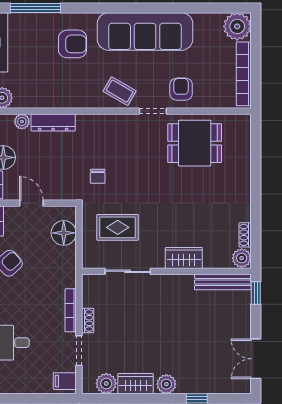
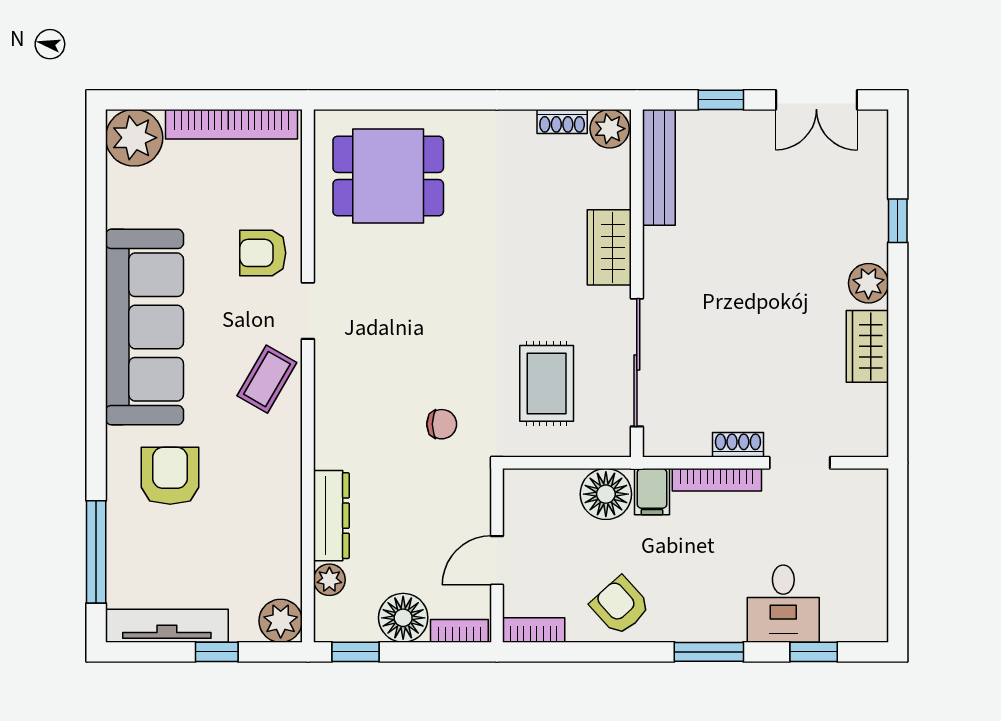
dining table: (195, 143) -> (388, 176), moved, turned 90
floor lamp: (64, 233) -> (606, 494), moved
sliding door: (128, 271) -> (637, 362), width x1.37
window: (256, 293) -> (721, 100), moved
filing cabinet: (65, 381) -> (652, 492), moved
plant: (106, 383) -> (867, 407), removed

